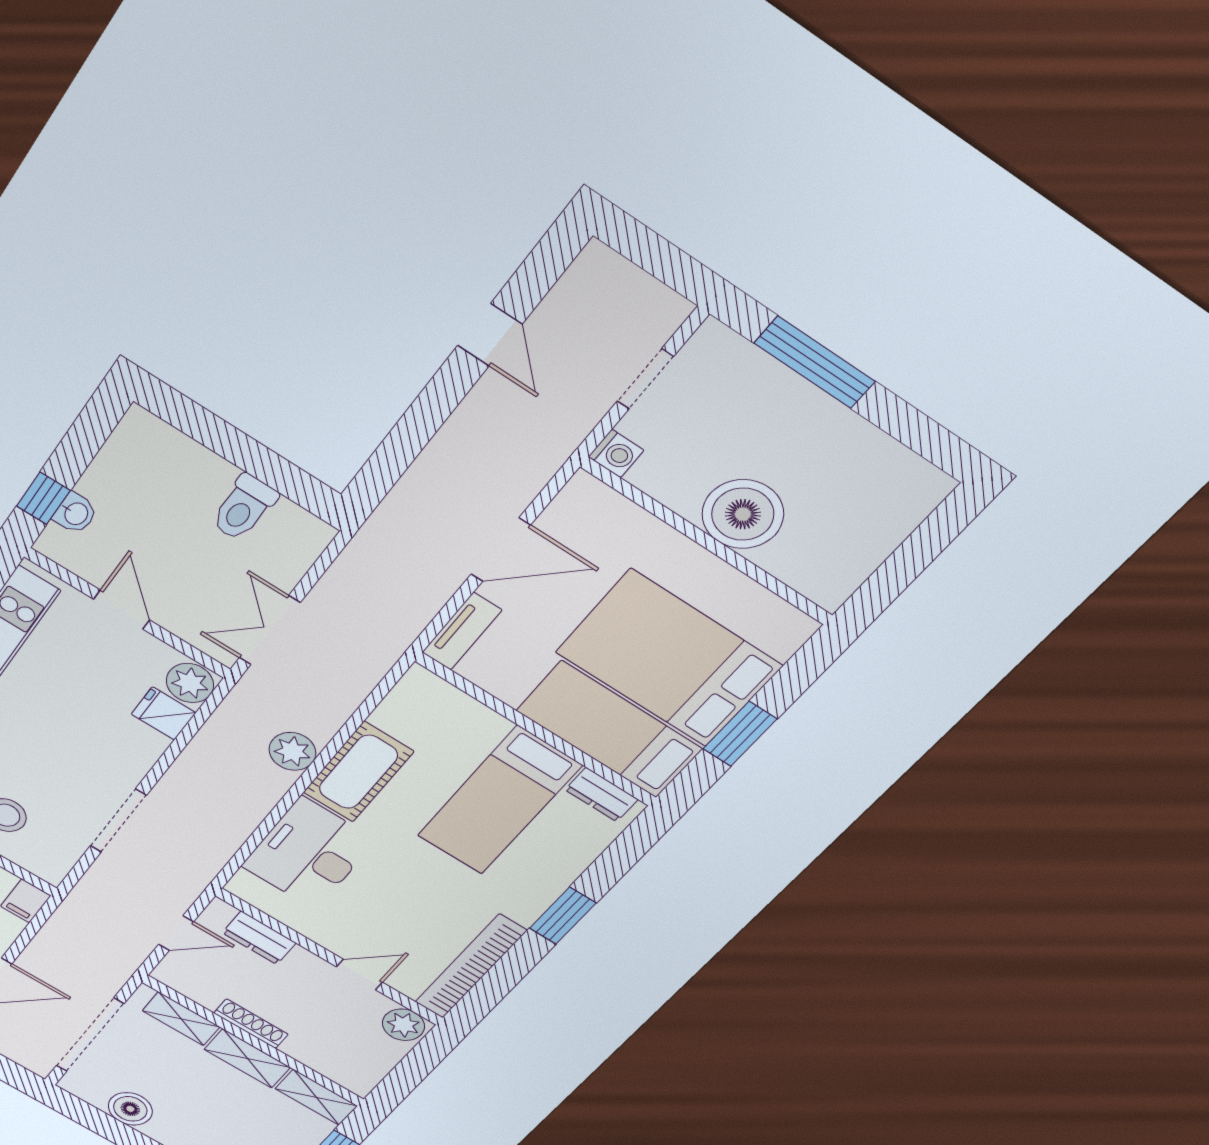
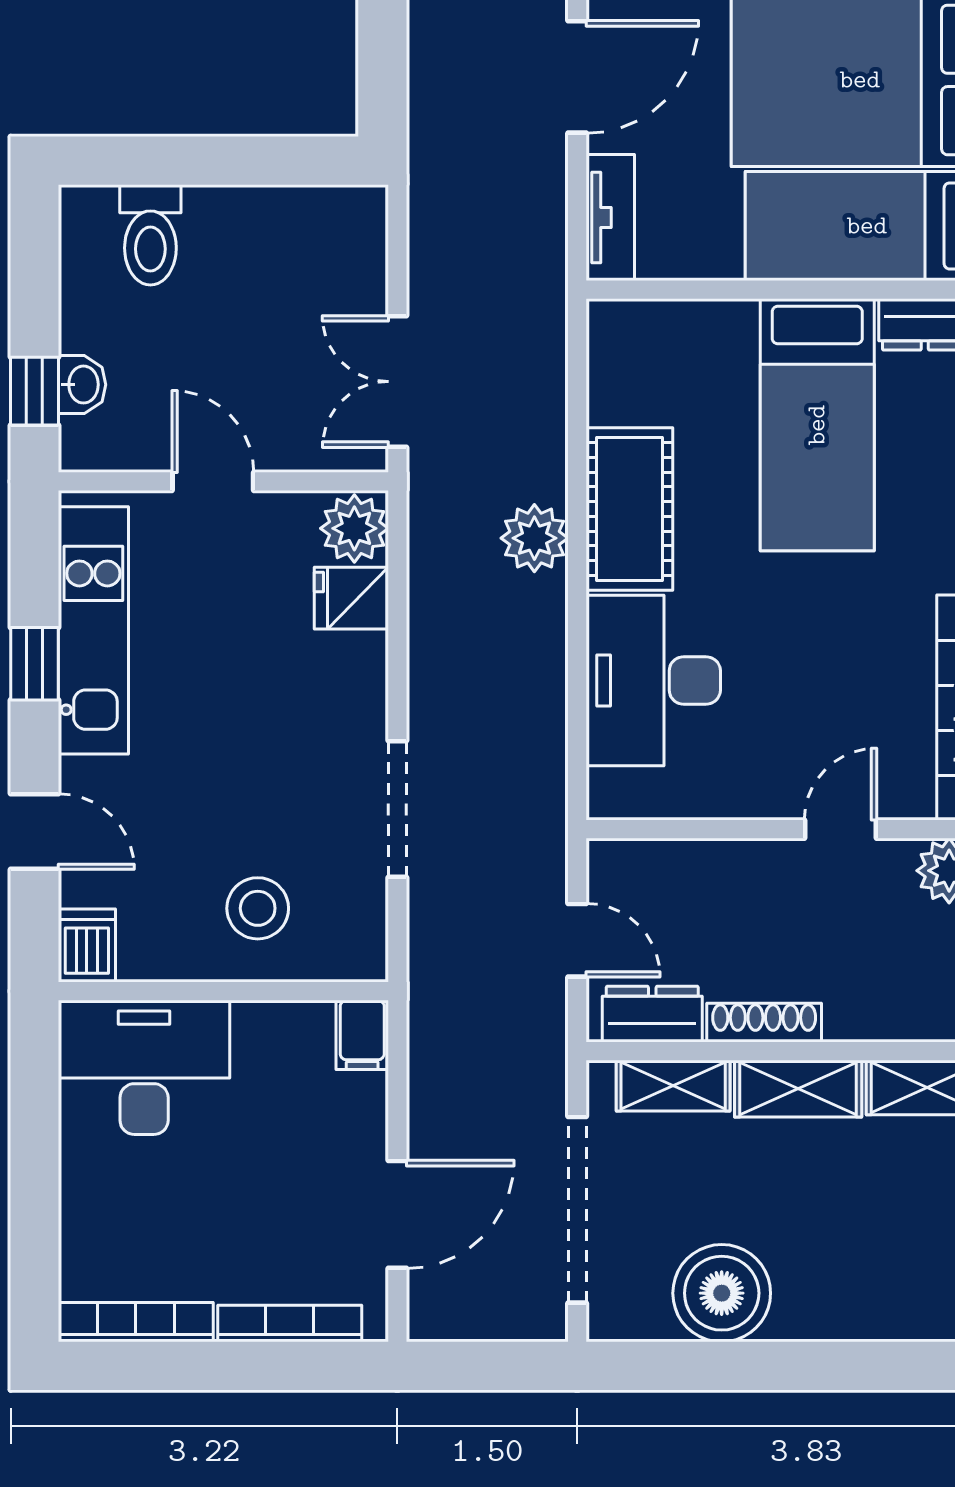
toilet: (244, 508) -> (150, 235), moved
door: (176, 933) -> (577, 940), hinge flipped
dresser: (259, 938) -> (652, 1014), moved, turned 180
boiler: (130, 1109) -> (722, 1293), width x1.37, depth x1.37

